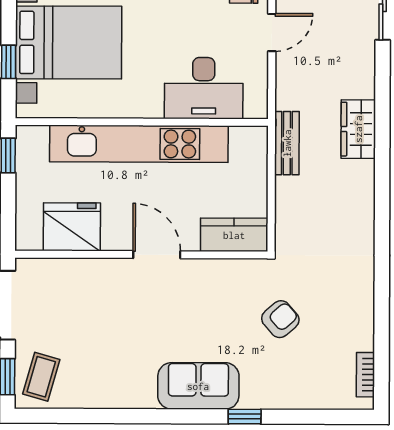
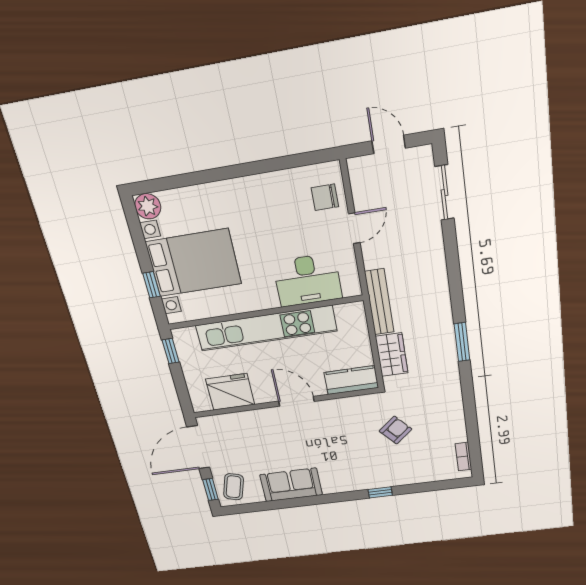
wardrobe: (358, 129) -> (392, 355), moved, turned 180
bench: (287, 143) -> (379, 302), width x1.36
window: (382, 203) -> (462, 342), added
sofa: (198, 386) -> (291, 485), moved

